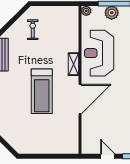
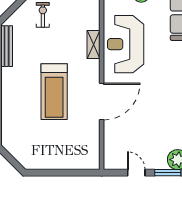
shelving: (73, 64) -> (94, 45), moved

